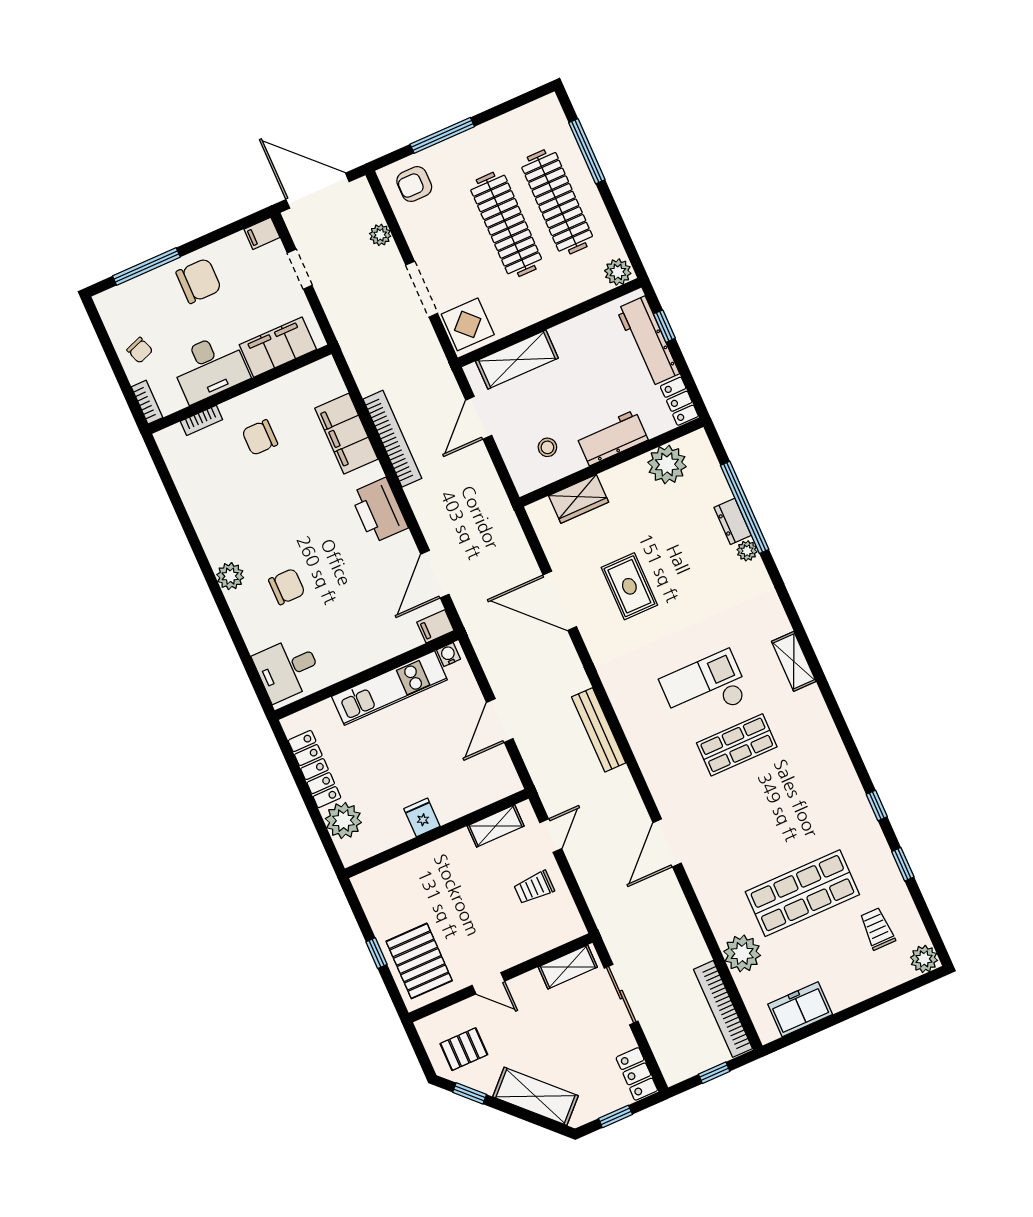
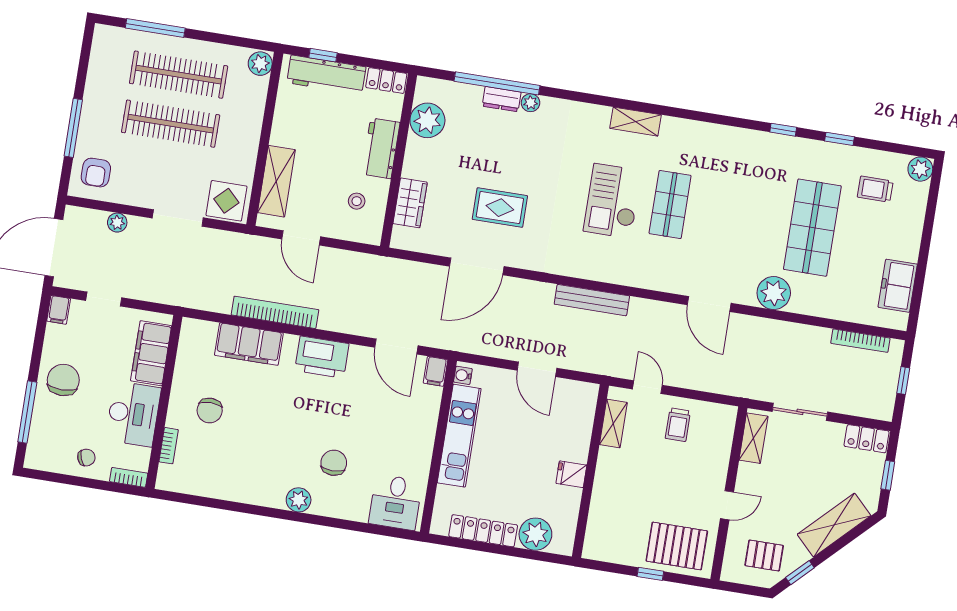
plant: (742, 953) -> (774, 293), moved
bookcase: (723, 1009) -> (860, 341), width x0.68, depth x0.76
pallet: (464, 1049) -> (764, 556), turned 90

